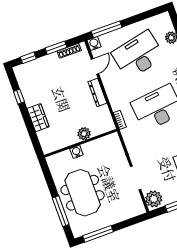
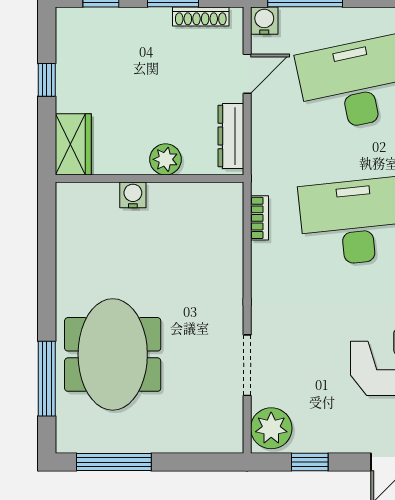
plant: (84, 134) -> (165, 159), moved
wall: (81, 143) -> (150, 179), moved
water cooler: (76, 152) -> (133, 195), moved

